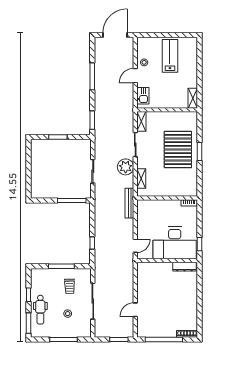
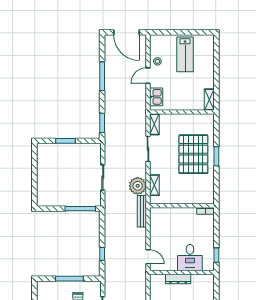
door: (115, 35) -> (127, 32), swing flipped
lab bench: (170, 56) -> (185, 54), turned 180
plant: (126, 167) -> (138, 186), moved
desk: (175, 243) -> (190, 258), width x0.53, depth x0.77
door: (135, 246) -> (148, 257), hinge flipped
dresser: (185, 267) -> (178, 279), moved

